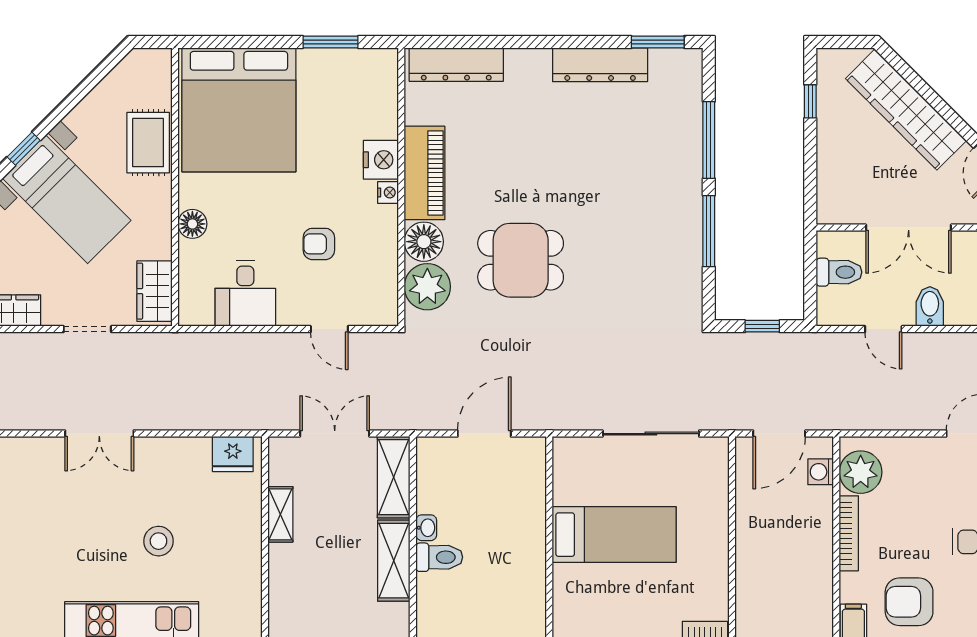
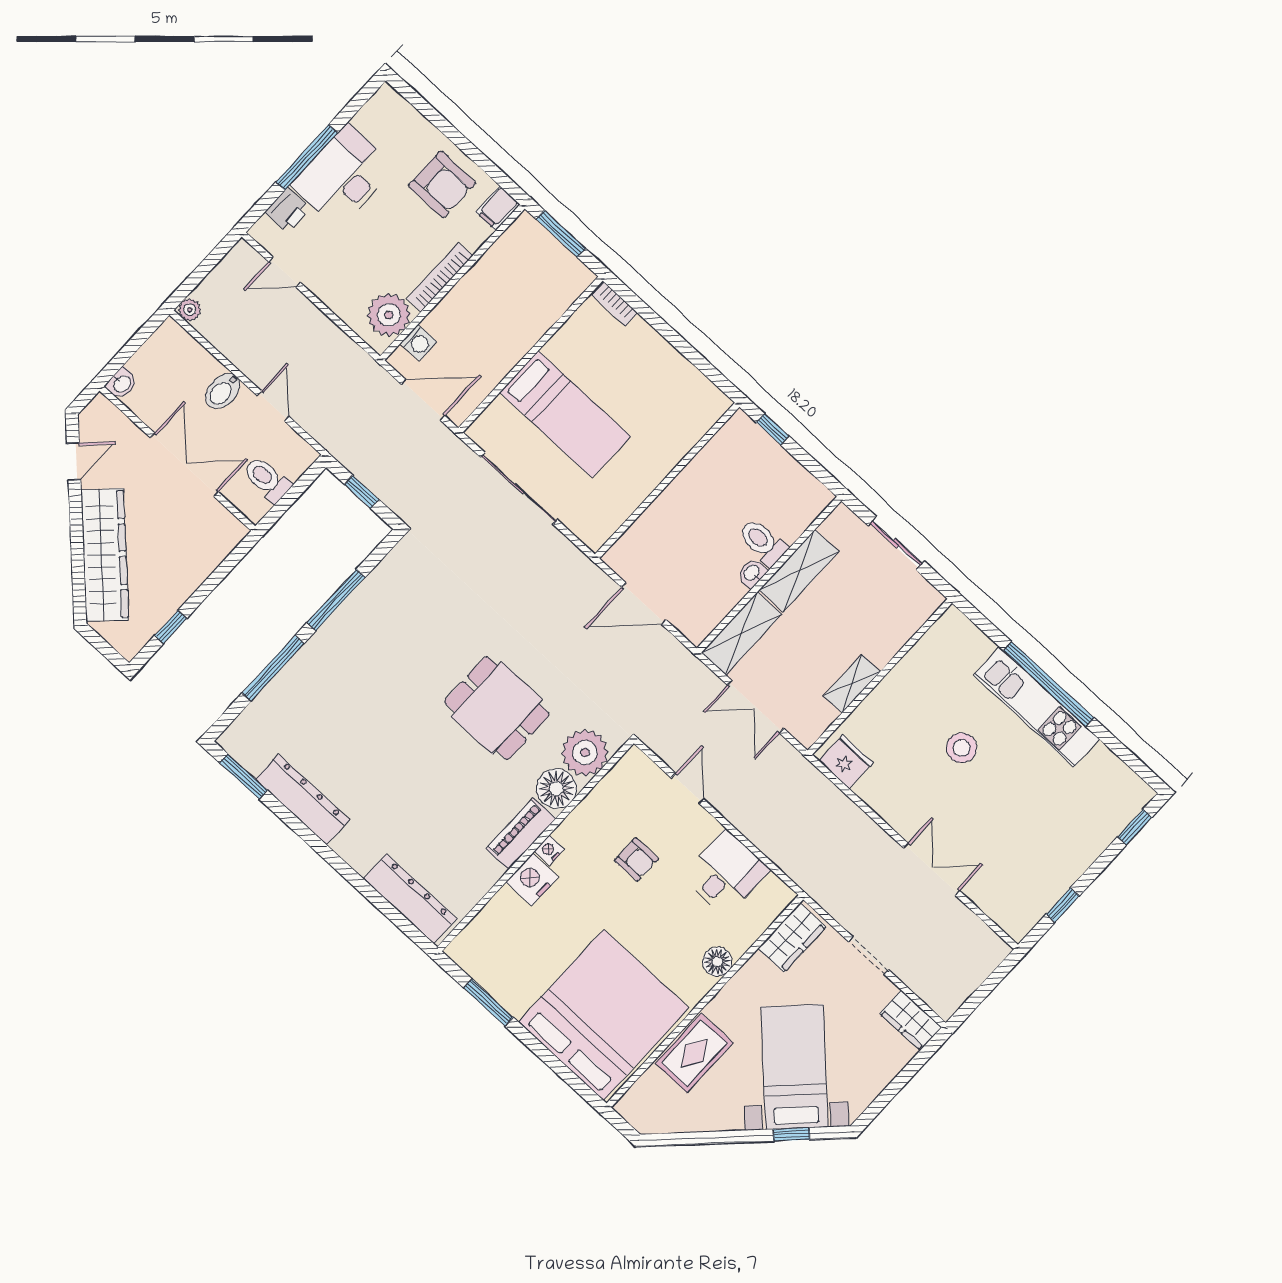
piano: (425, 173) -> (521, 834), width x0.73, depth x0.75
bed: (614, 535) -> (565, 414), moved, turned 180

